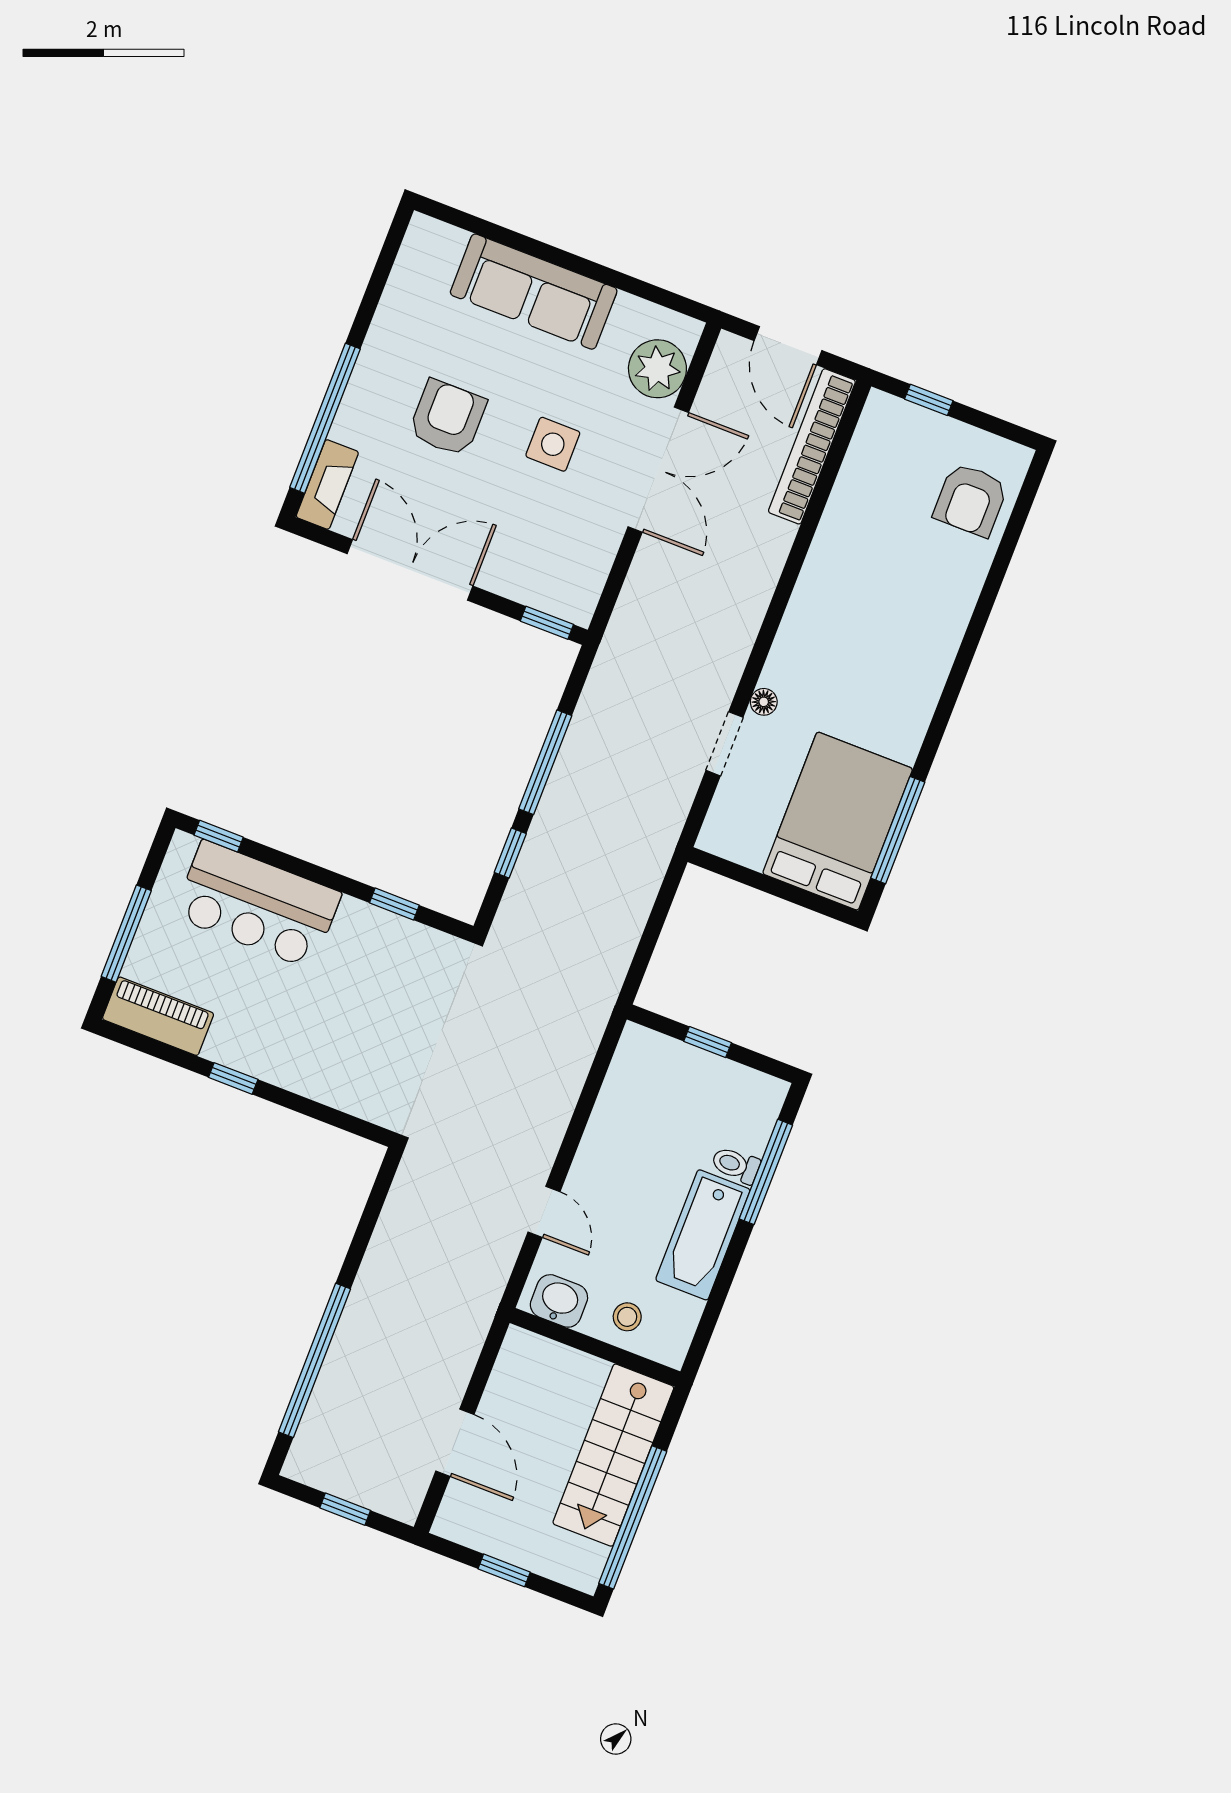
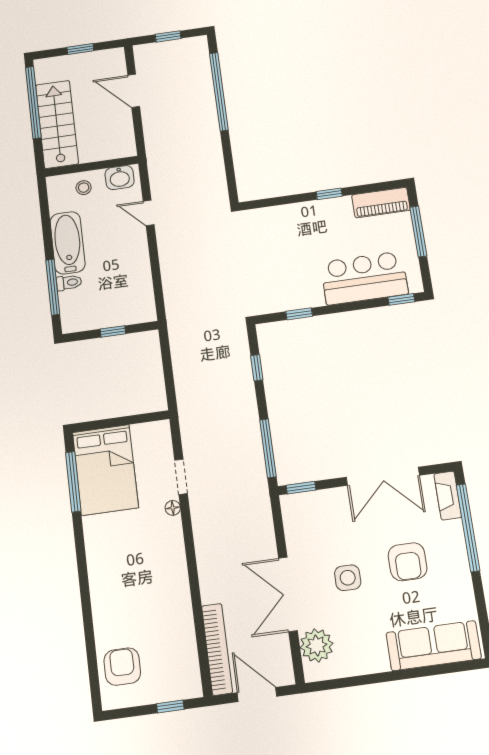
sofa: (534, 292) -> (434, 646), moved
window: (545, 762) -> (268, 448), moved

